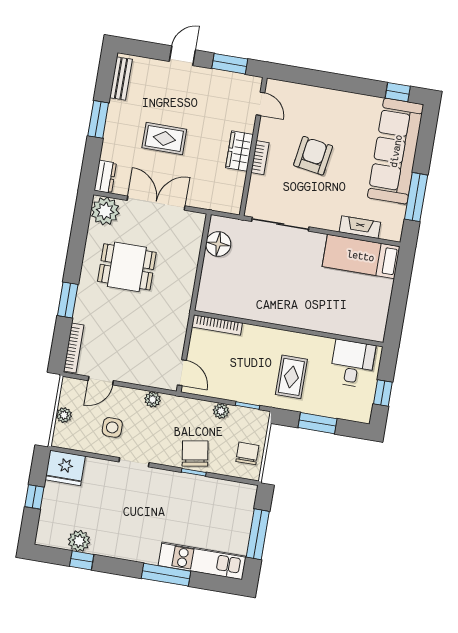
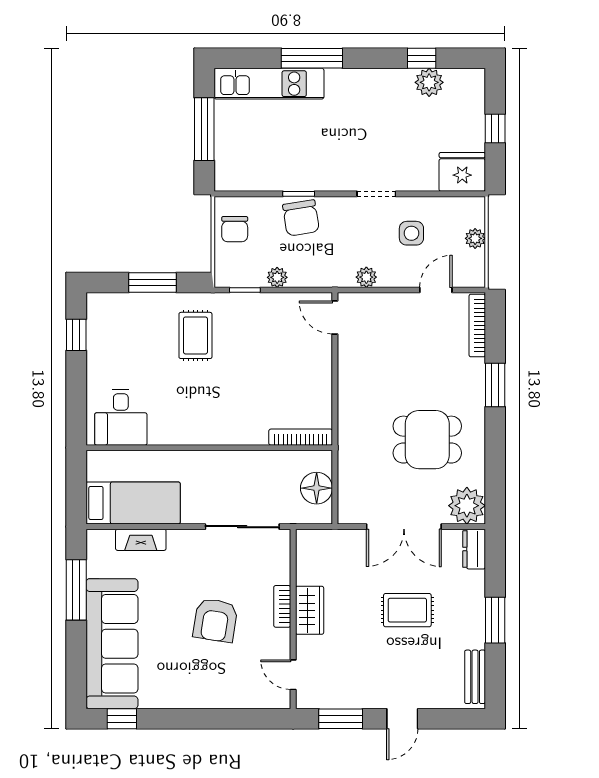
bookcase: (217, 325) -> (301, 437), moved
wall: (289, 329) -> (209, 448), moved
desk: (353, 364) -> (121, 417), moved

